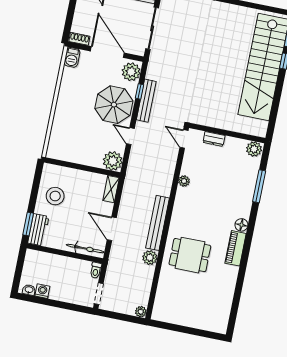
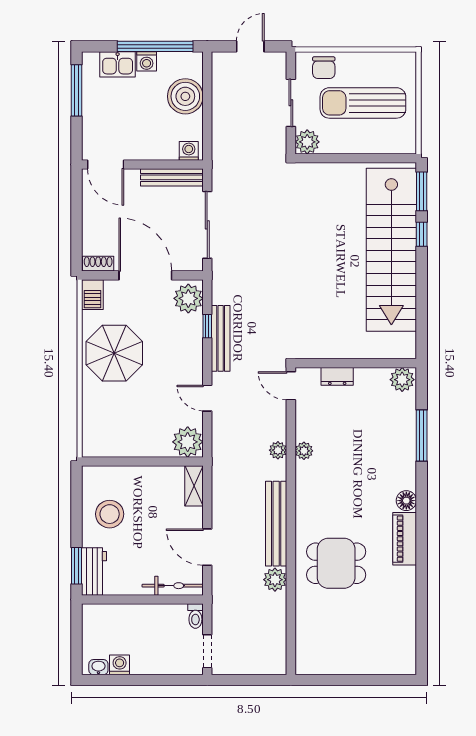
parasol: (114, 105) -> (114, 353), moved
plant: (141, 312) -> (278, 450), moved

